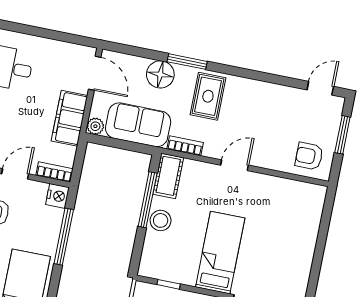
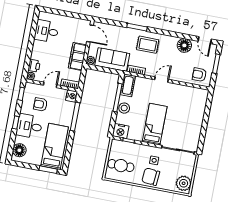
floor lamp: (160, 74) -> (184, 45), moved
door: (320, 88) -> (205, 40), swing flipped
rug: (208, 96) -> (148, 45), turned 90
nightstand: (153, 266) -> (121, 131), added

